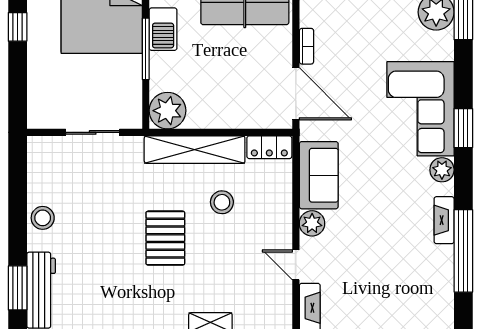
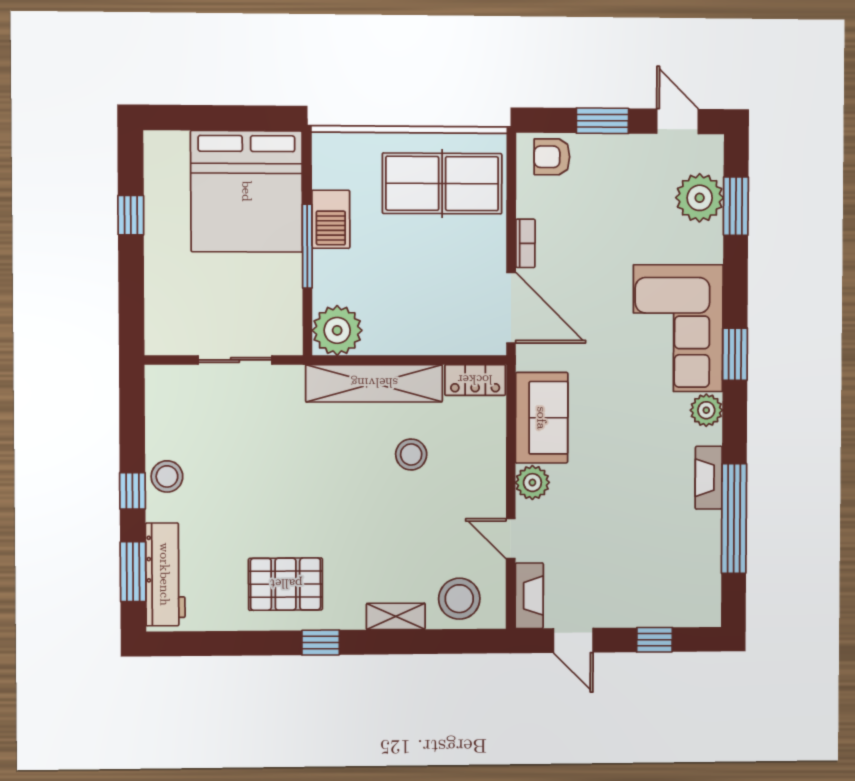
window: (18, 228) -> (133, 491), added
pallet: (165, 238) -> (286, 584), moved, turned 90
stool: (258, 310) -> (459, 599), added

